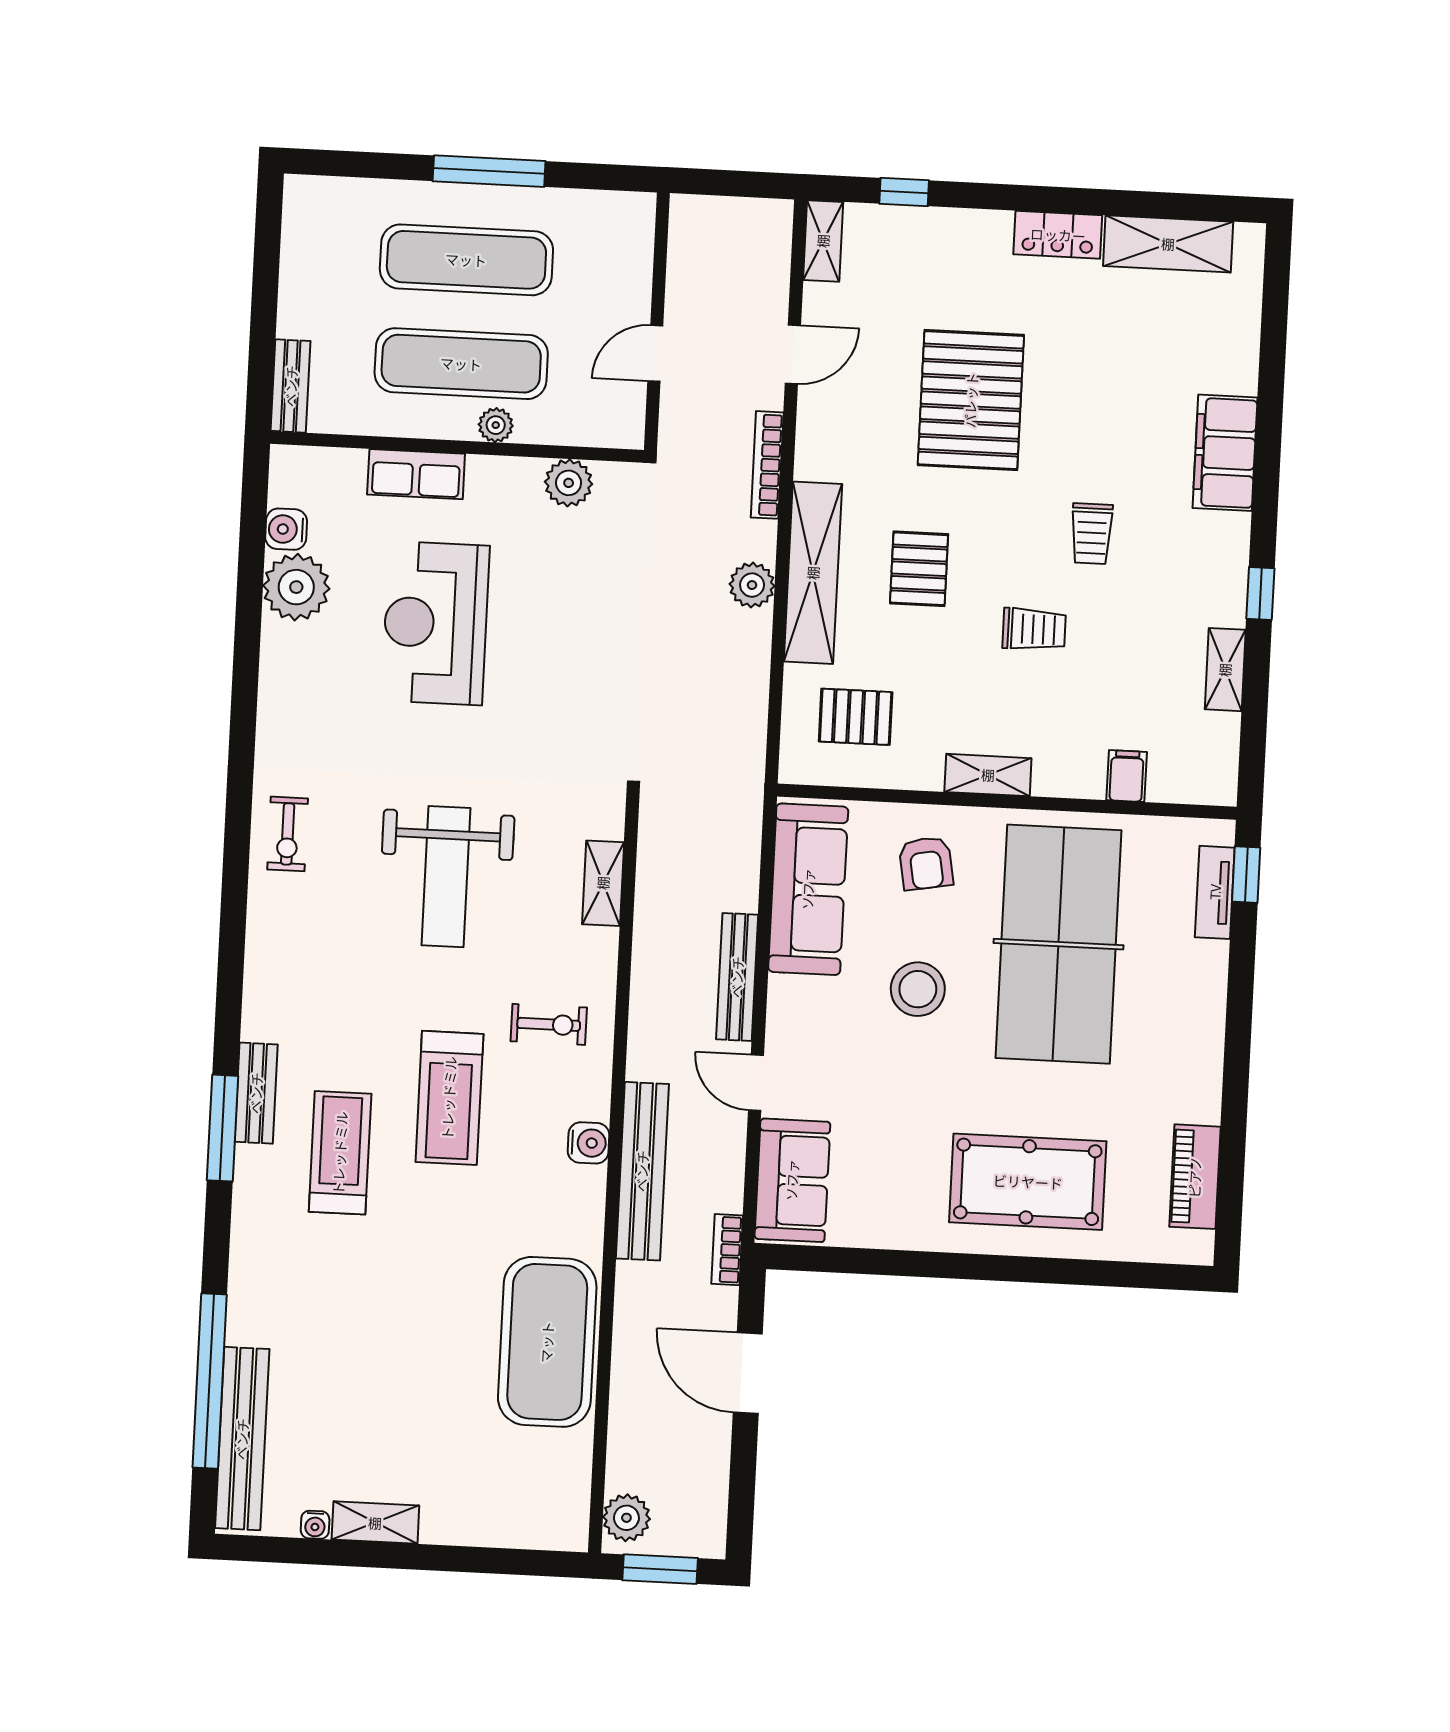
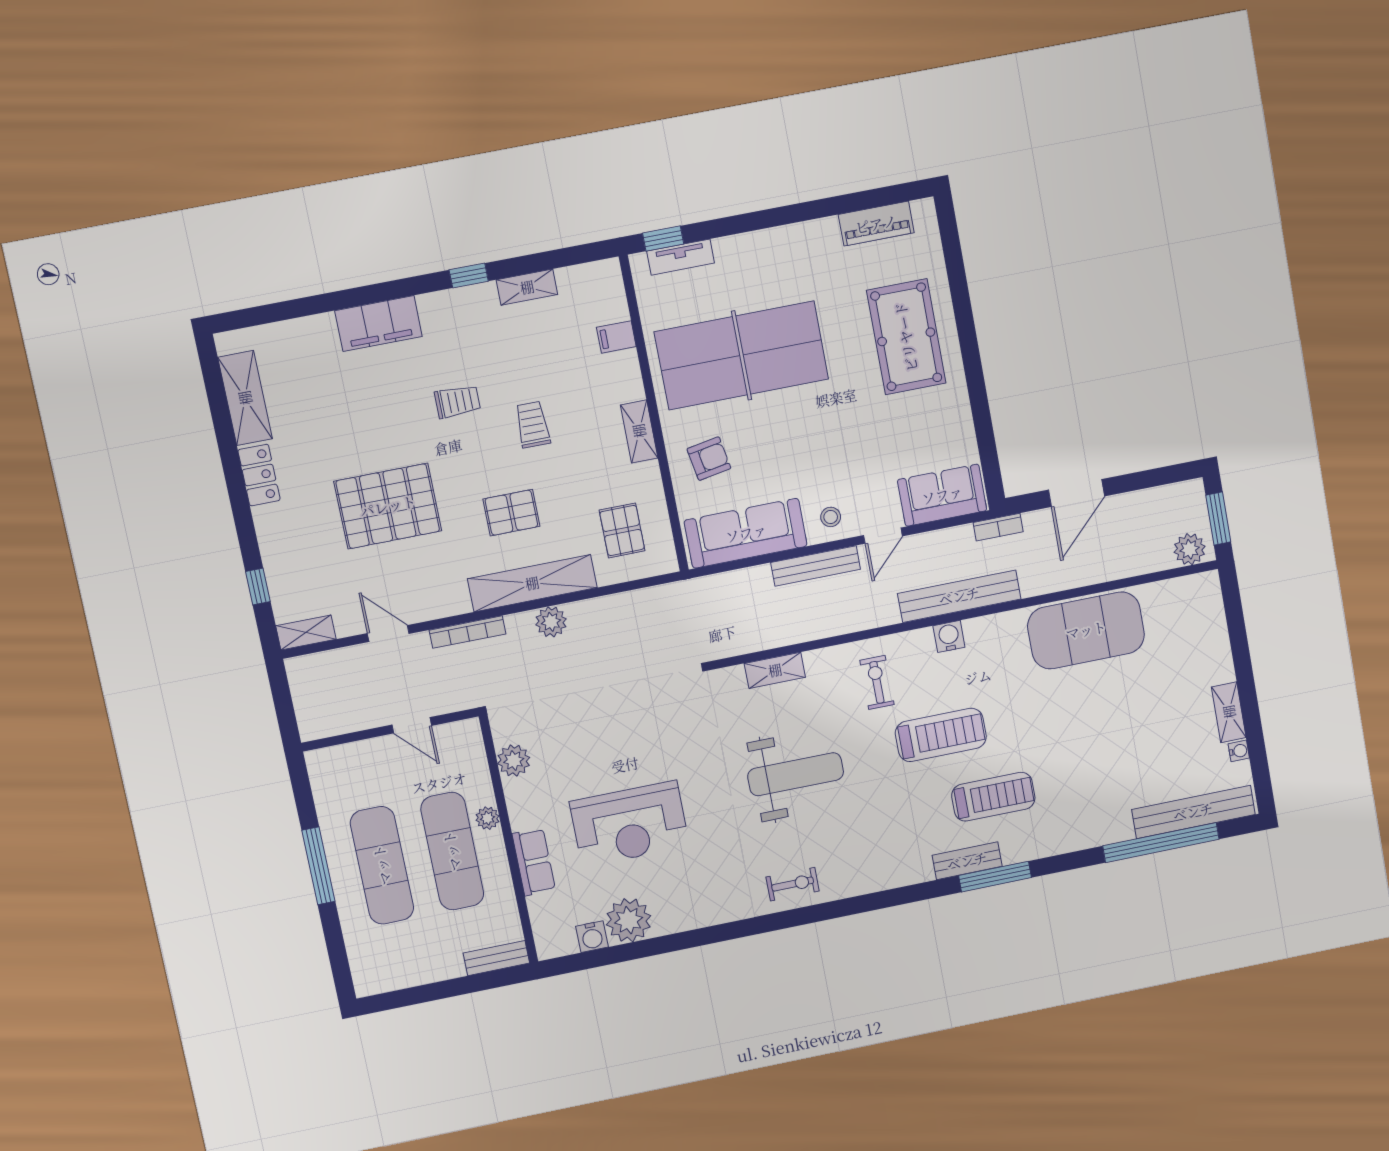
stool: (918, 989) -> (831, 517), moved, width x0.53, depth x0.53
treadmill: (340, 1153) -> (993, 797), turned 180

